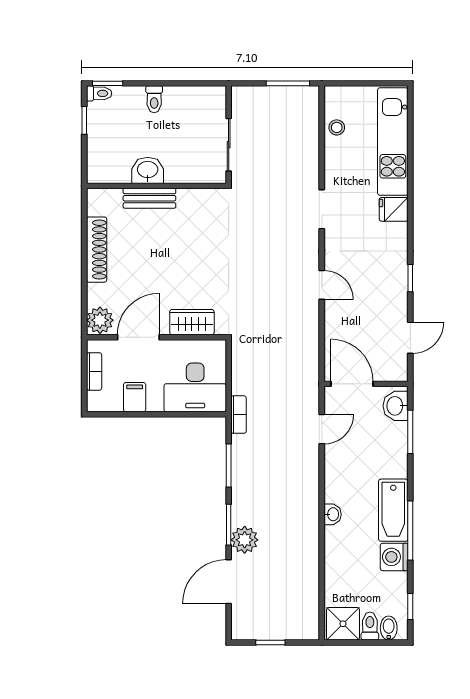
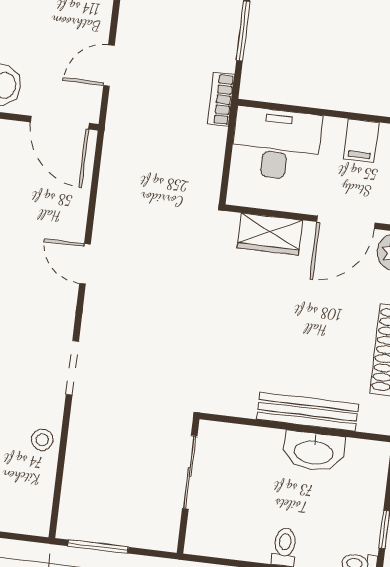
stool: (337, 127) -> (42, 440), moved
washbasin: (148, 170) -> (314, 451), width x1.38
bench: (149, 198) -> (307, 412), width x1.36

